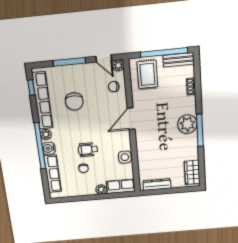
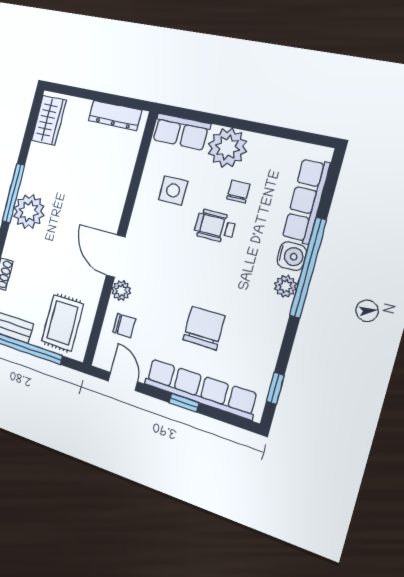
window: (69, 62) -> (184, 403), width x0.46
plant: (118, 65) -> (121, 291), moved
row of seats: (42, 101) -> (200, 389), moved, turned 90
door: (131, 119) -> (116, 256), swing flipped
wheelchair: (88, 150) -> (215, 226), turned 180
side table: (125, 157) -> (173, 190), moved
plant: (101, 189) -> (227, 148), width x1.88, depth x1.88

